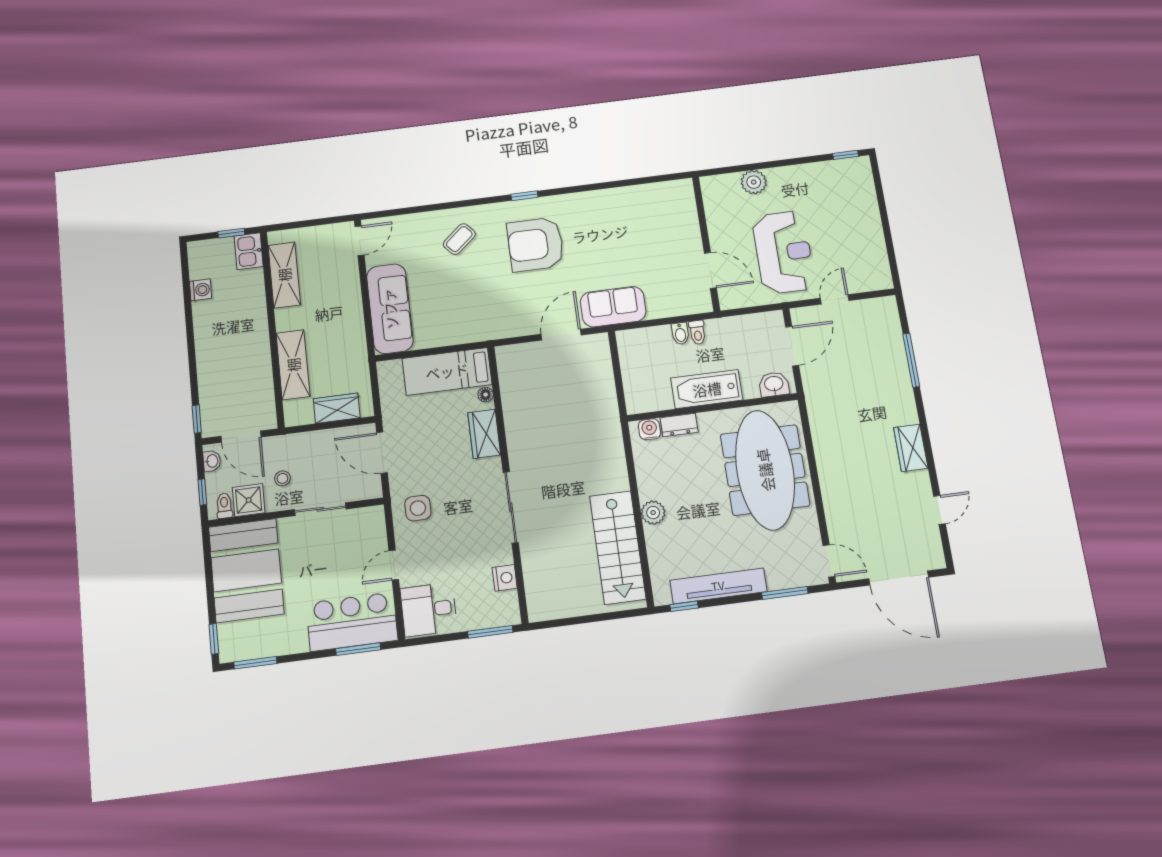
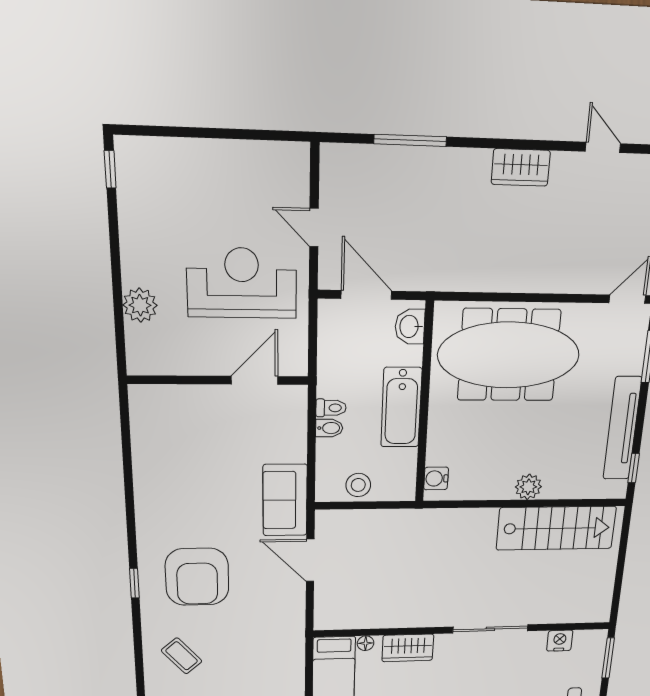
stool: (635, 365) -> (358, 485), added
dresser: (679, 425) -> (437, 445), removed

